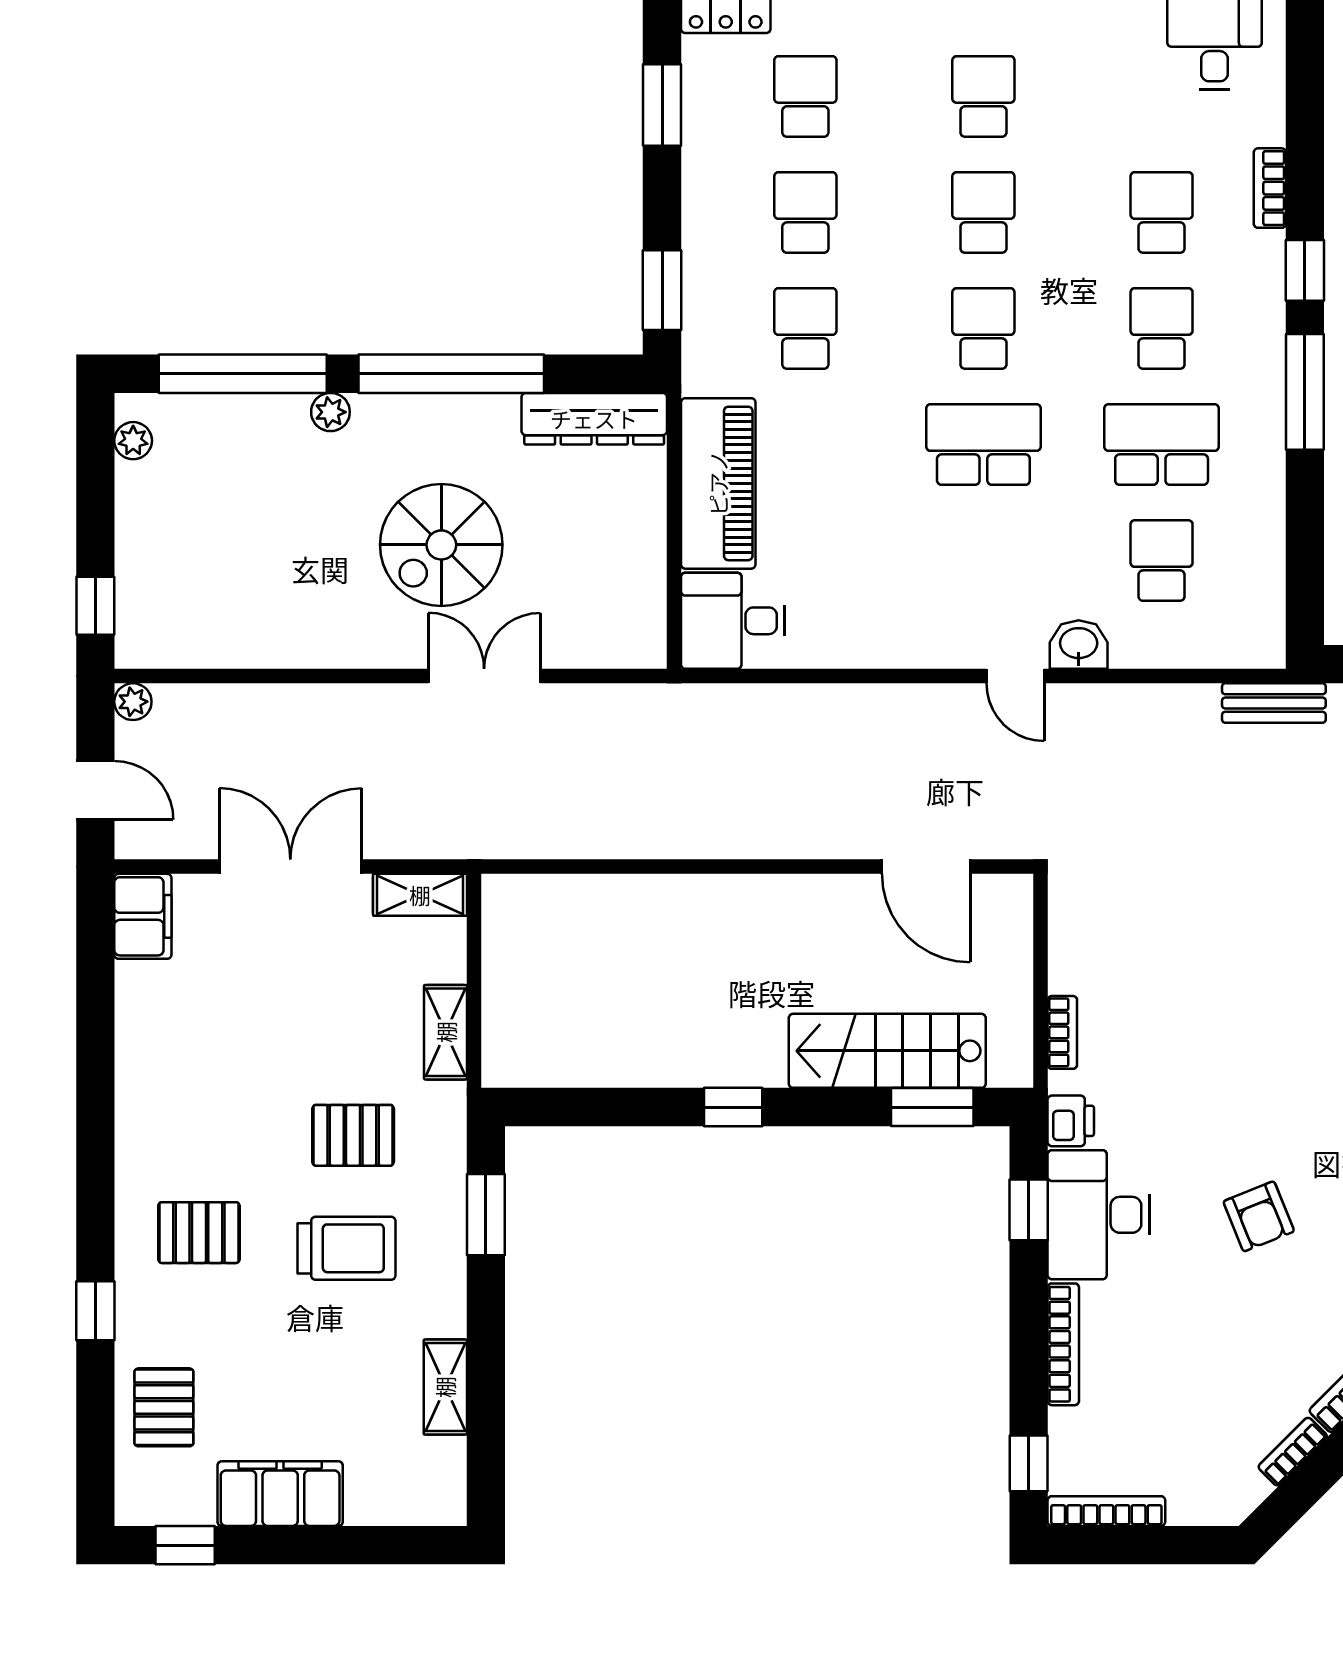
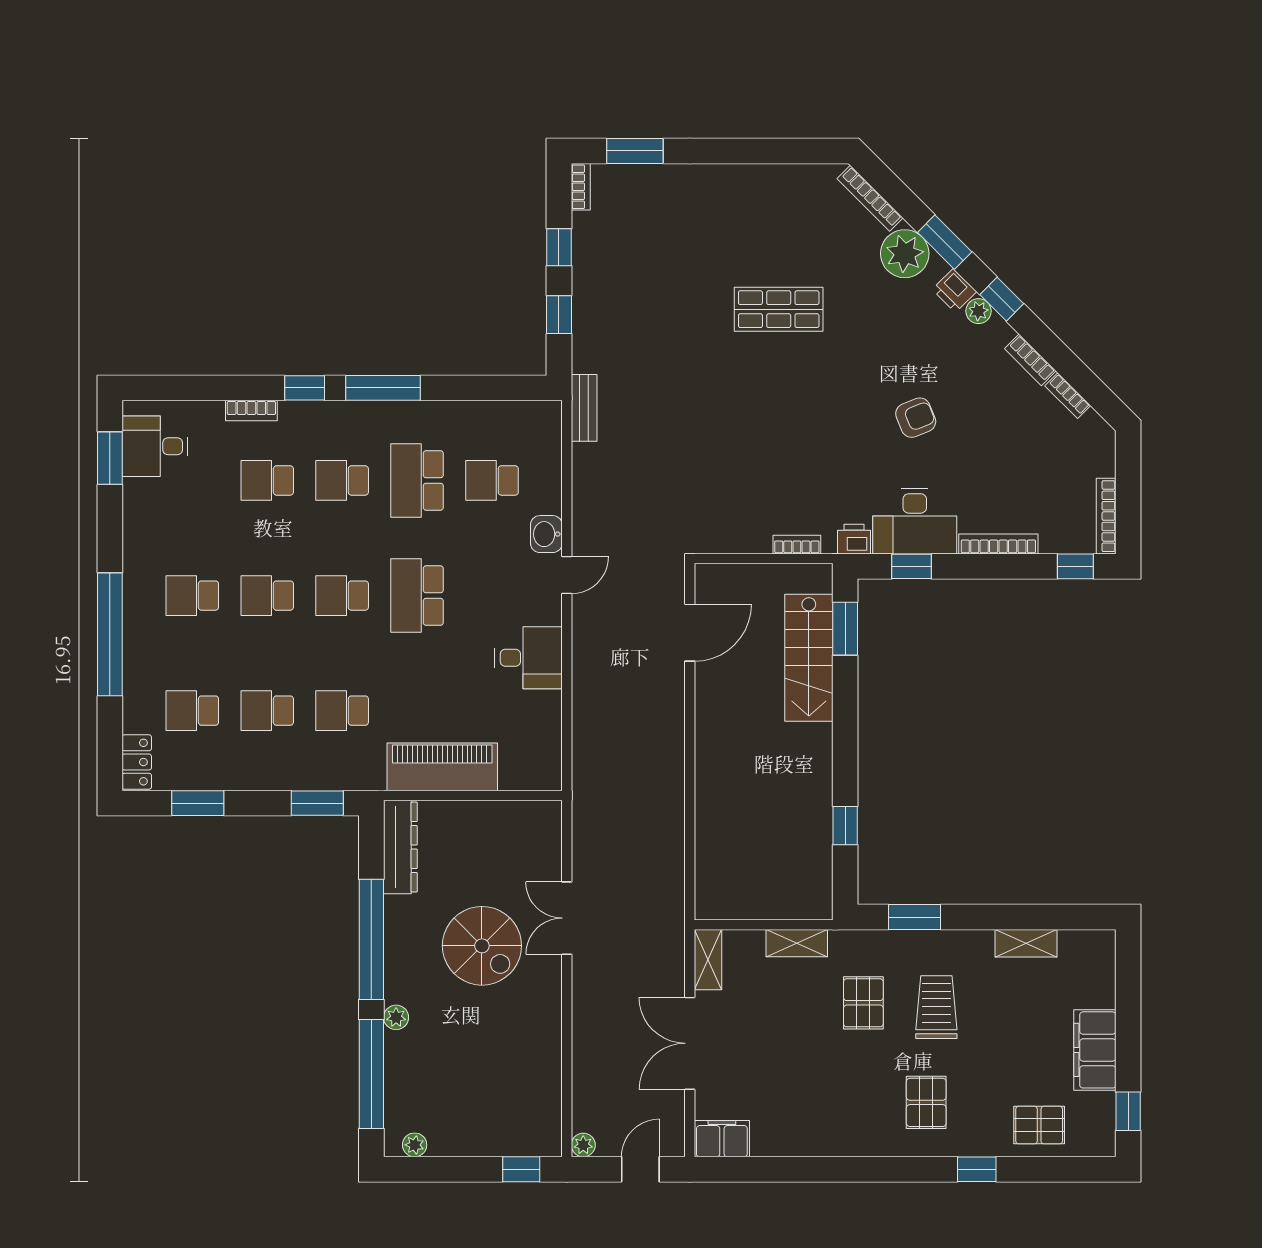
desk: (733, 621) -> (529, 658), moved, turned -90
window: (733, 1107) -> (845, 826), moved

